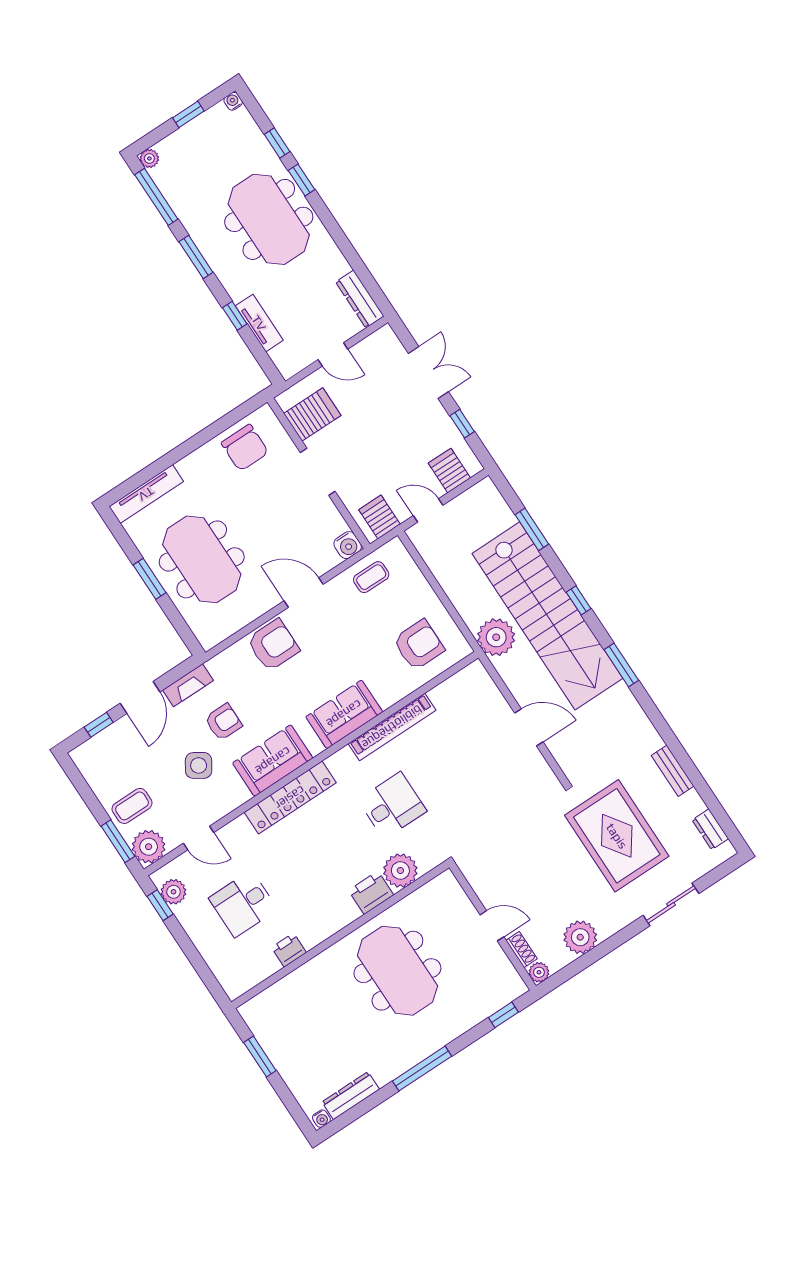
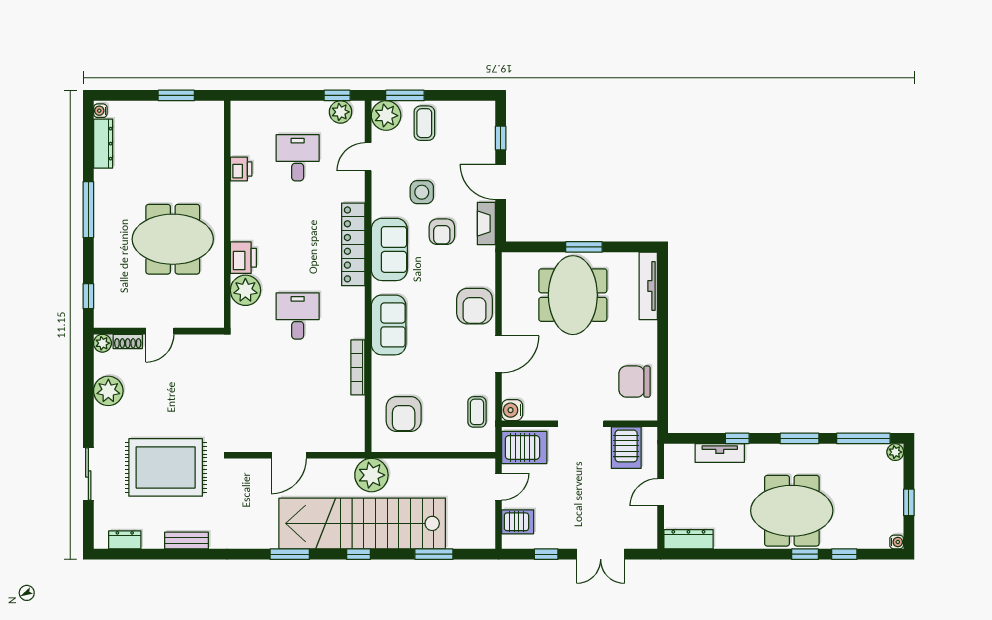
server rack: (380, 517) -> (524, 447), width x1.36, depth x1.44
meeting table: (202, 559) -> (573, 295), turned 90
bookcase: (392, 727) -> (358, 367), width x0.68, depth x0.76
side table: (199, 765) -> (422, 192), turned -33
desk: (392, 805) -> (298, 316), turned 180

